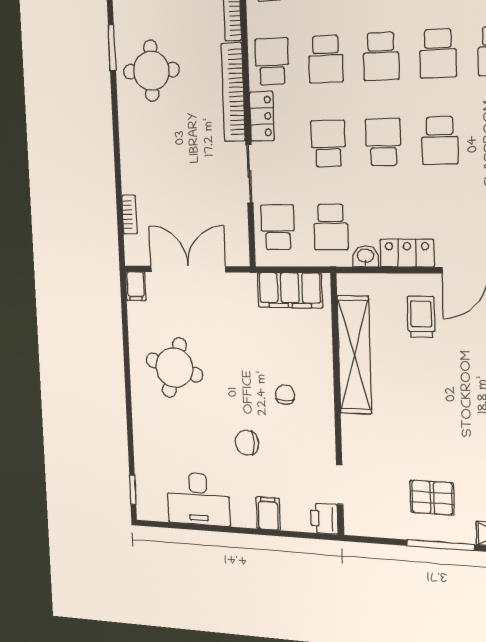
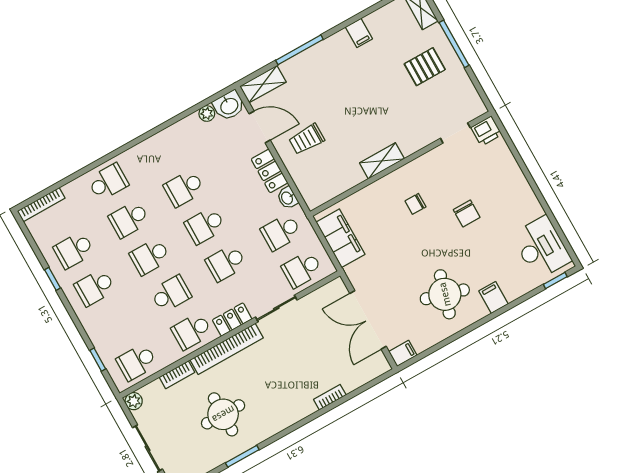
school desk: (438, 53) -> (129, 219), turned 180
school desk: (381, 56) -> (150, 257), turned 180
round table: (151, 71) -> (223, 414), moved
school desk: (440, 141) -> (184, 188), turned 180
bookcase: (129, 215) -> (330, 397), moved
school desk: (331, 227) -> (281, 232), turned 180
shelving: (354, 355) -> (382, 161), width x0.45, depth x0.75
pallet: (432, 498) -> (425, 67), turned 90
desk: (198, 499) -> (541, 248), moved
filing cabinet: (268, 513) -> (493, 298), moved, turned 90

